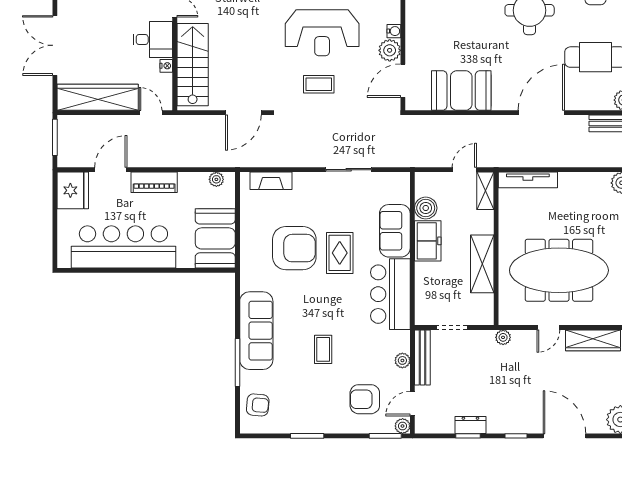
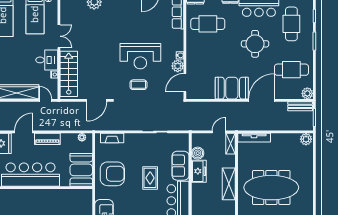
booth: (461, 91) -> (232, 88), moved
armchair: (294, 248) -> (112, 174), moved

